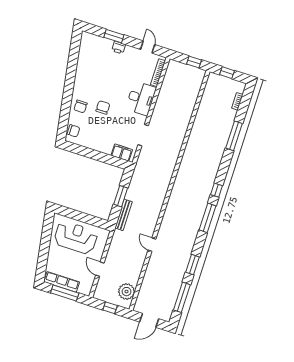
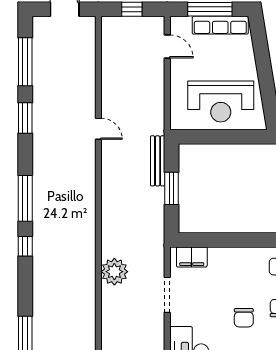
door: (100, 269) -> (167, 46), moved
plant: (127, 292) -> (114, 272), moved

